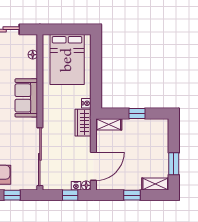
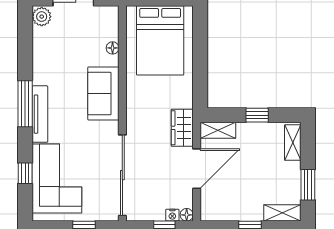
floor lamp: (33, 55) -> (113, 48), moved
nightstand: (86, 103) -> (187, 101), removed
shelving: (163, 133) -> (293, 143), added
door: (93, 166) -> (197, 169), moved

